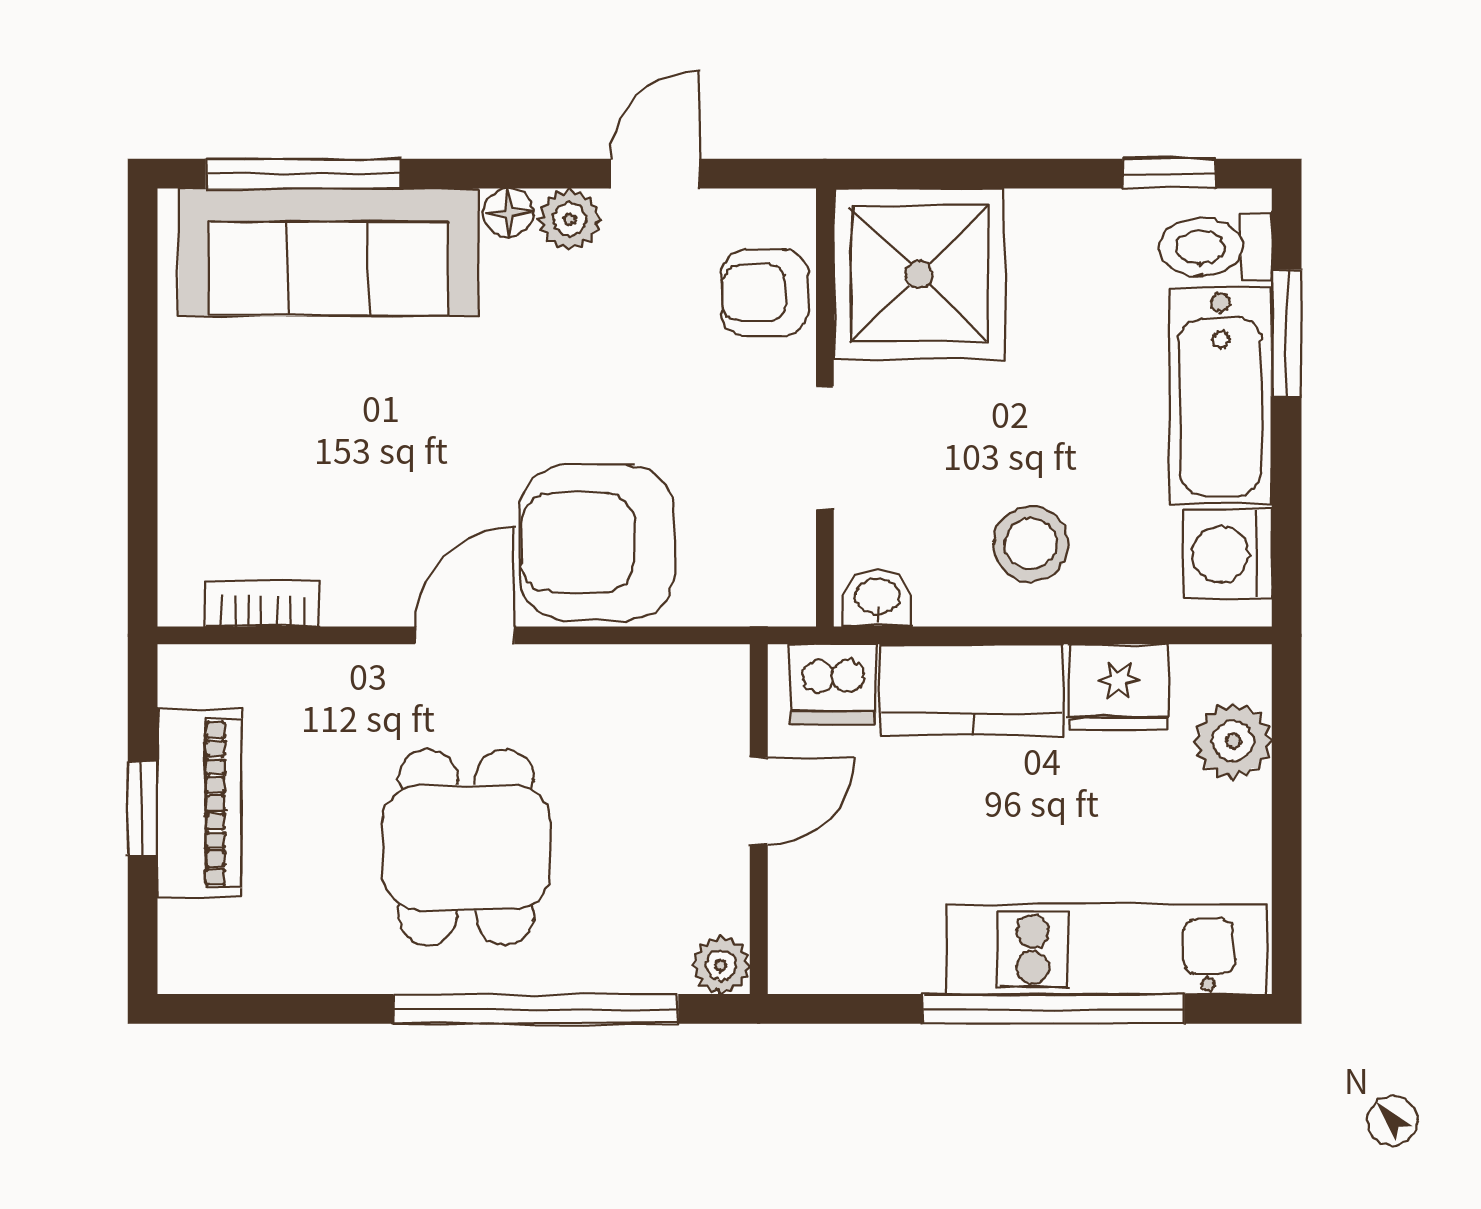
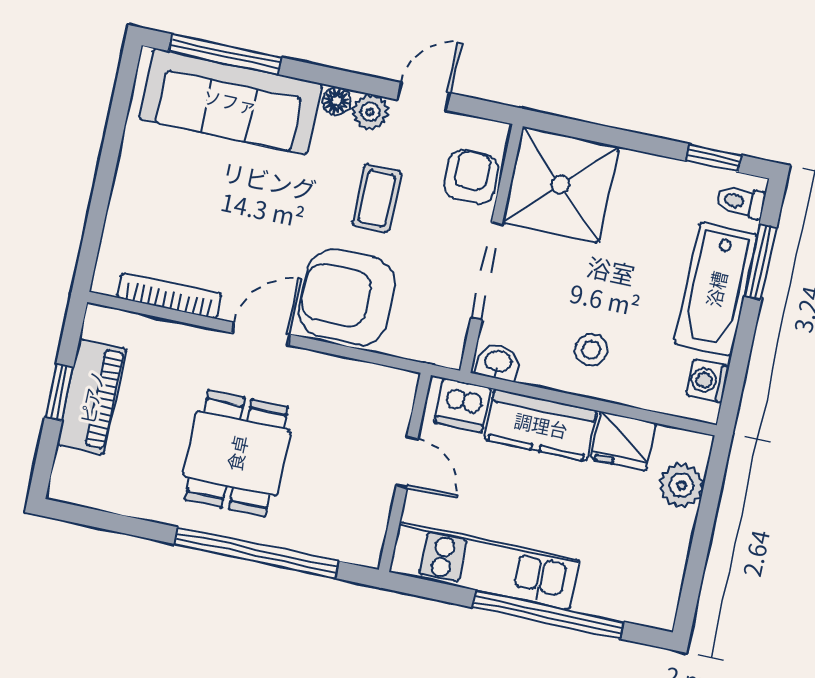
toilet: (1216, 247) -> (741, 202), width x0.73, depth x0.72
armchair: (765, 293) -> (471, 177), turned 90
coffee table: (612, 363) -> (377, 198), added
doorway: (825, 448) -> (487, 271), width x1.38
stool: (1031, 543) -> (591, 350), width x0.73, depth x0.73
washing machine: (1228, 554) -> (708, 381), width x0.73, depth x0.73
bookcase: (263, 604) -> (169, 296), width x1.56
door: (759, 801) -> (407, 462), hinge flipped
kitchen unit: (1106, 949) -> (484, 566), moved
plant: (721, 965) -> (366, 550), removed

